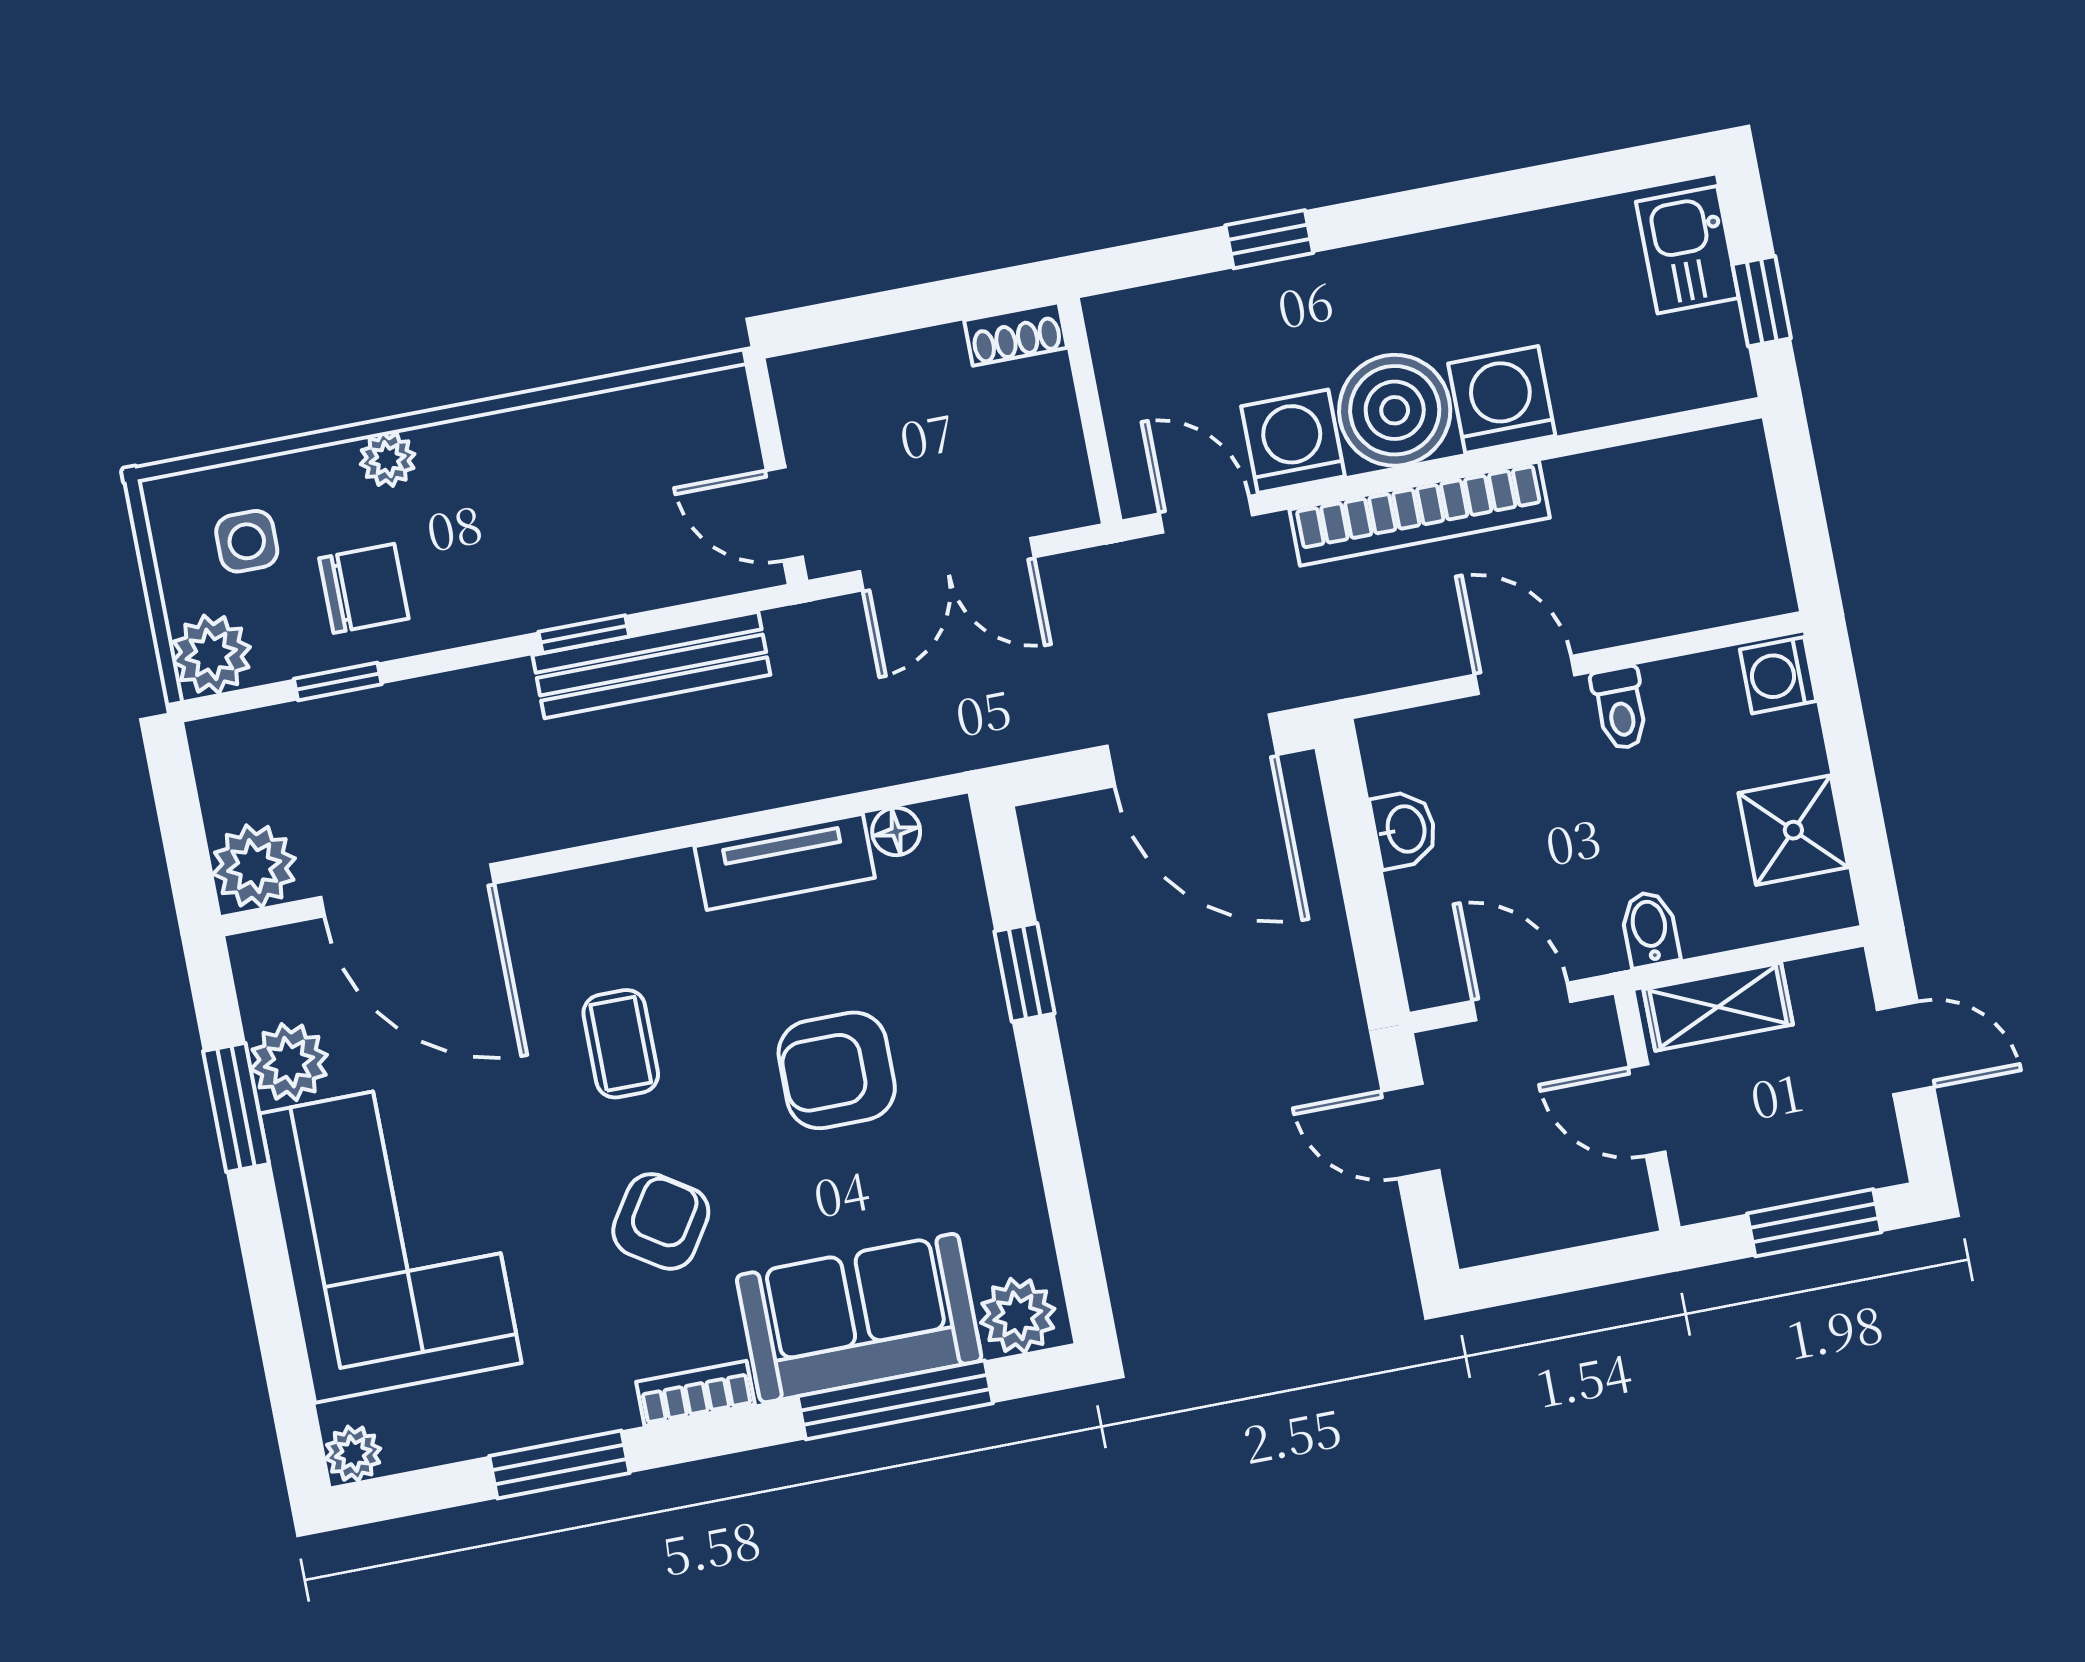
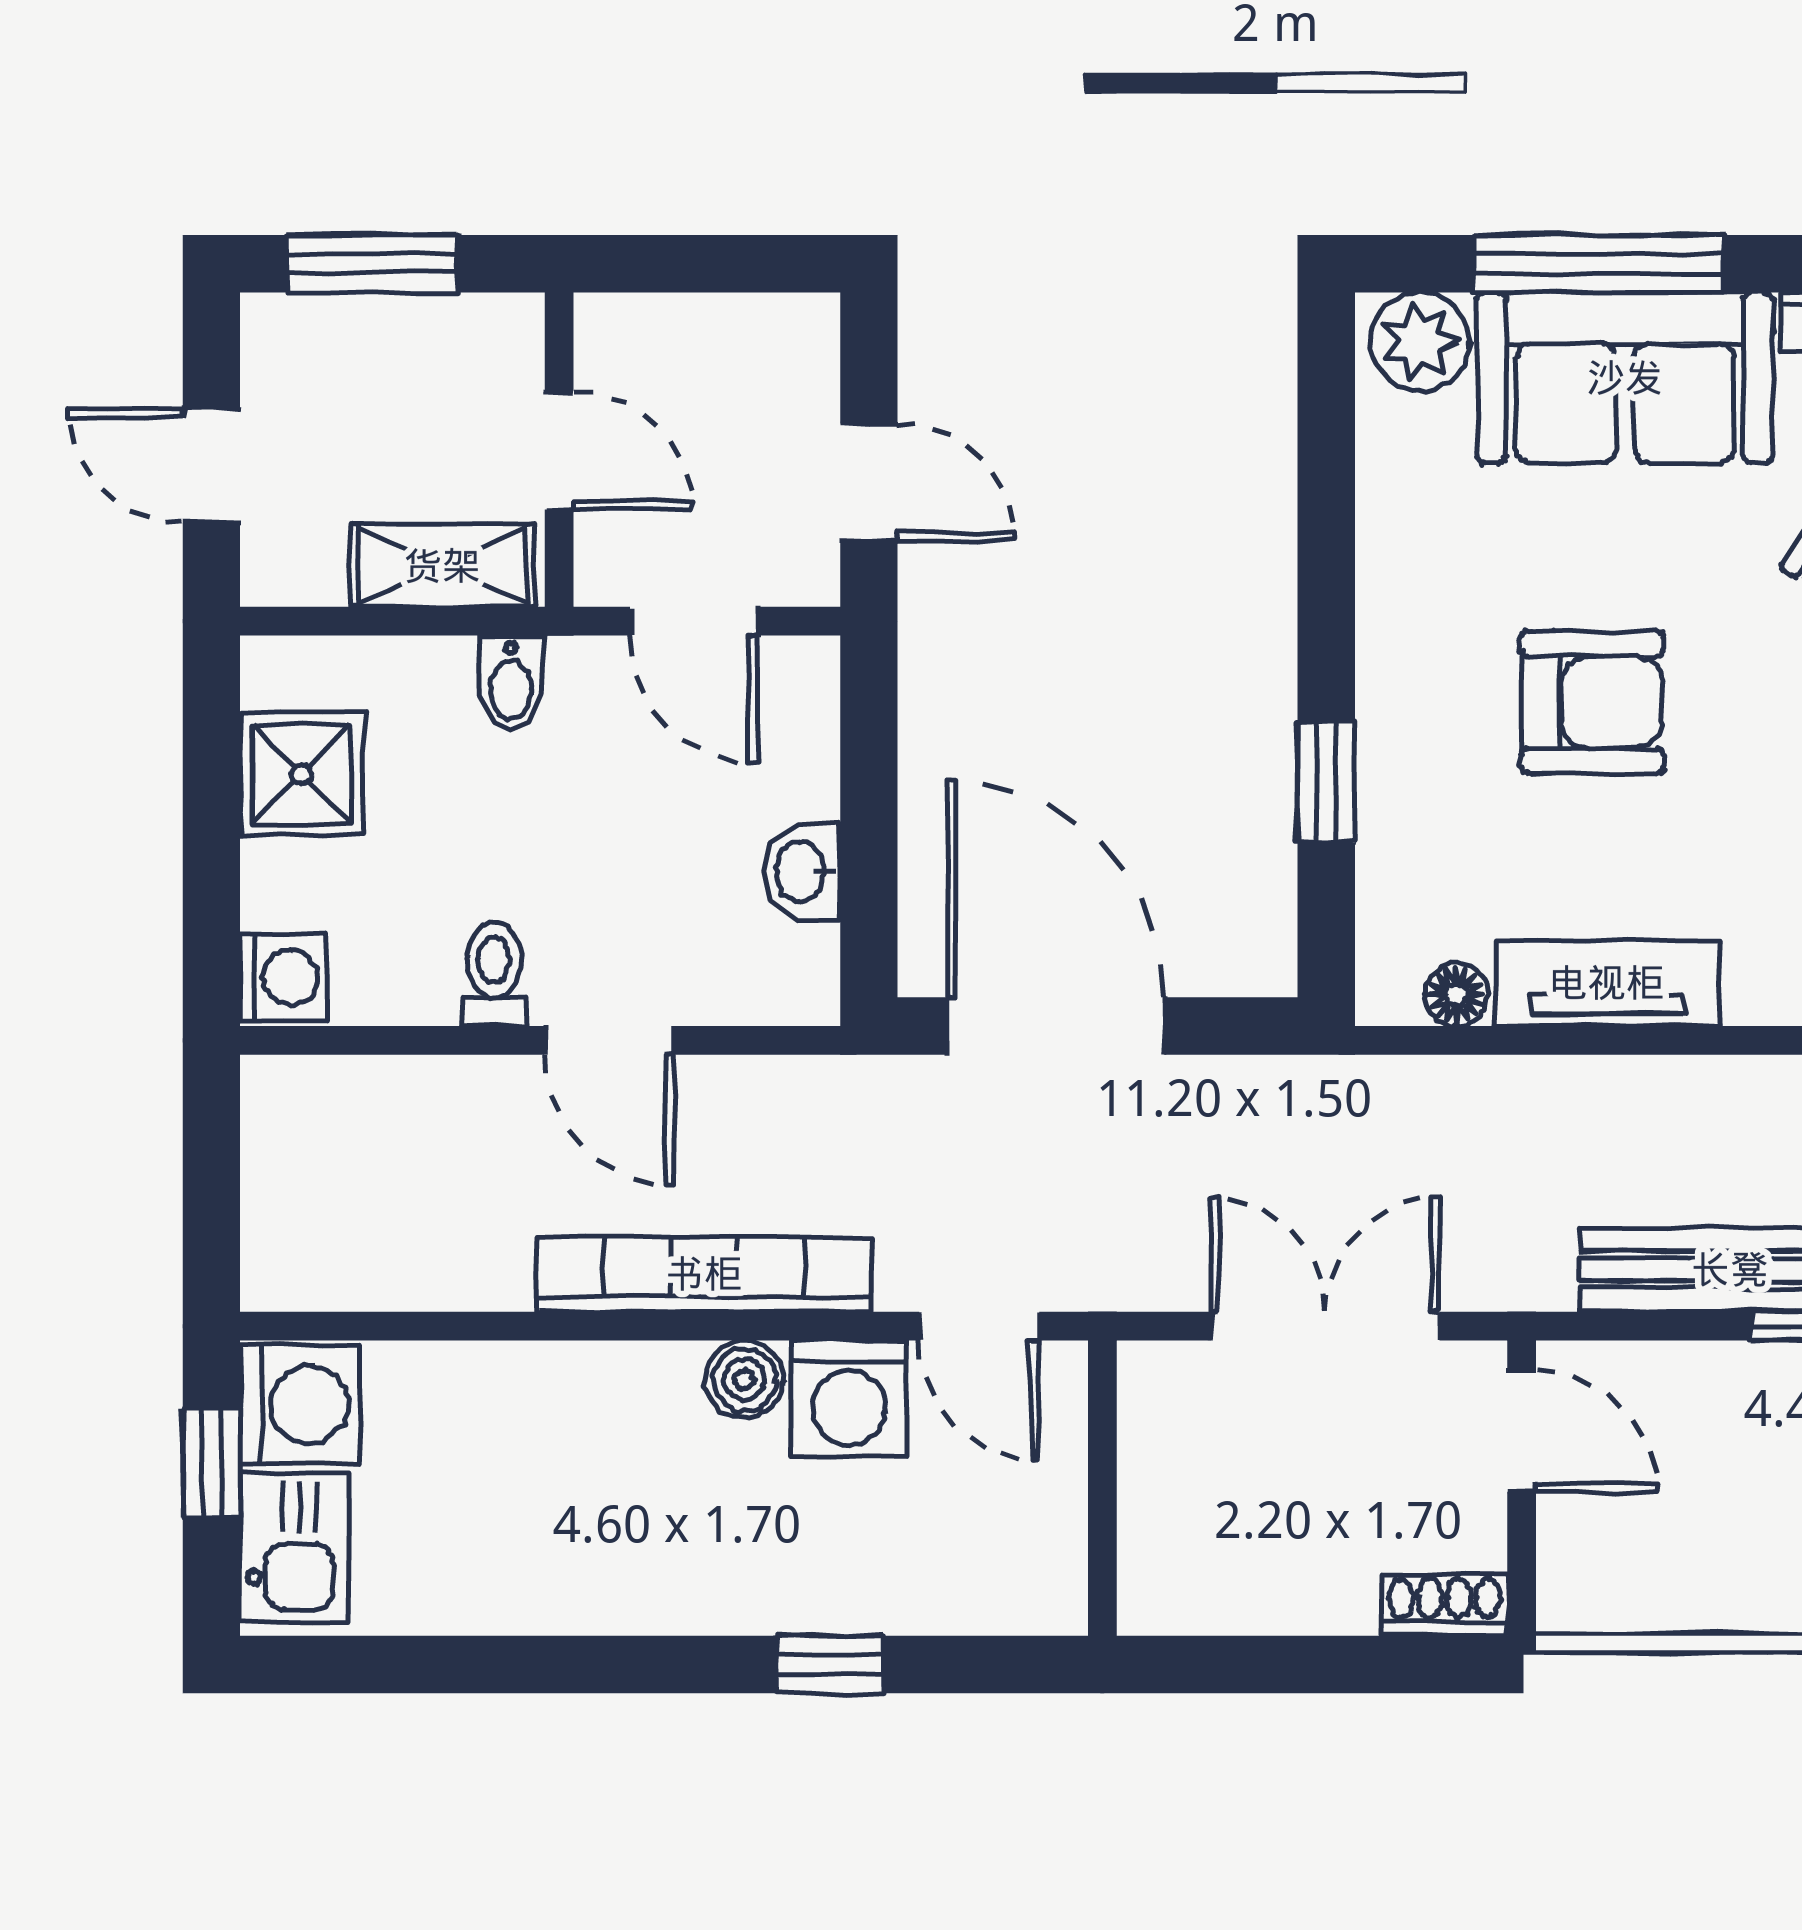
shoe rack: (1016, 334) -> (1444, 1605), moved
washing machine: (1502, 400) -> (300, 1405), moved, turned -90
boiler: (1395, 410) -> (744, 1380), width x0.54, depth x0.54

